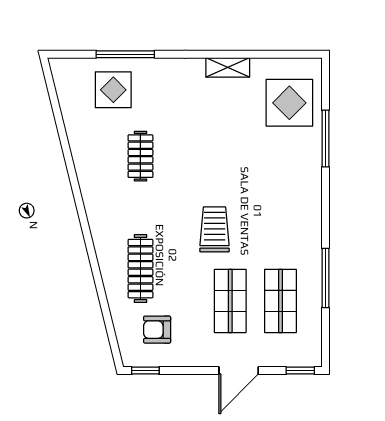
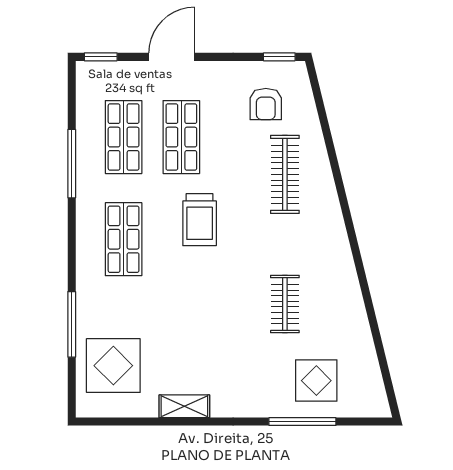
shop shelf: (280, 212) -> (124, 239), added
armchair: (157, 330) -> (266, 104), turned 90

